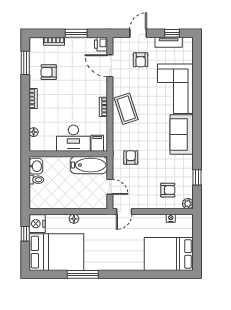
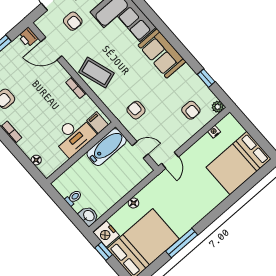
washbasin: (36, 166) -> (89, 216), moved
armchair: (168, 190) -> (191, 110), turned 90

